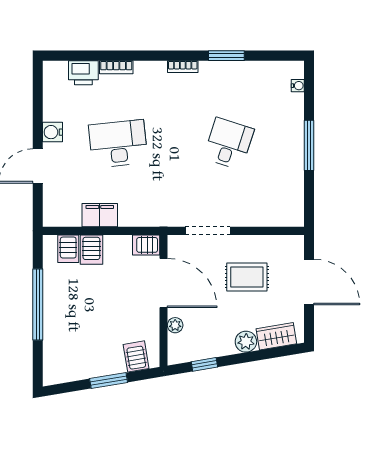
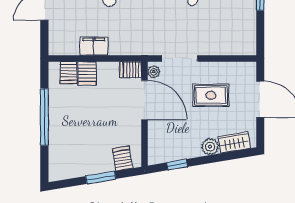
plant: (175, 325) -> (154, 72), moved

